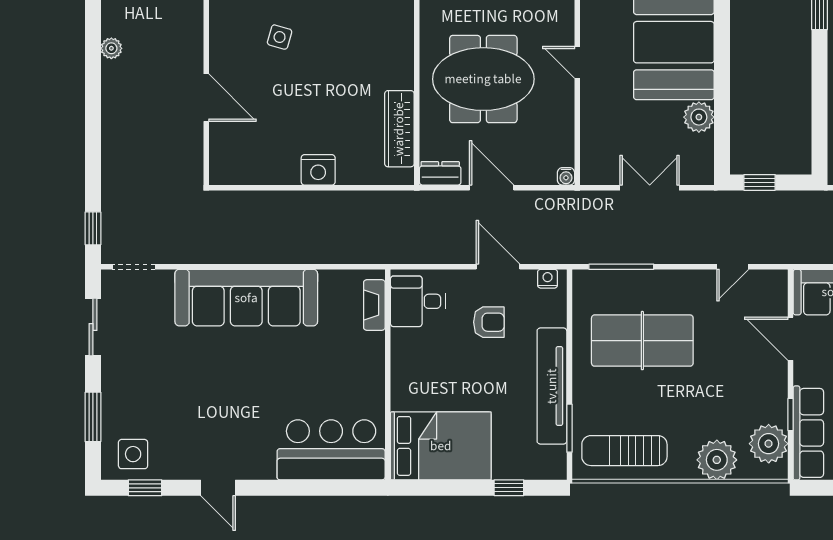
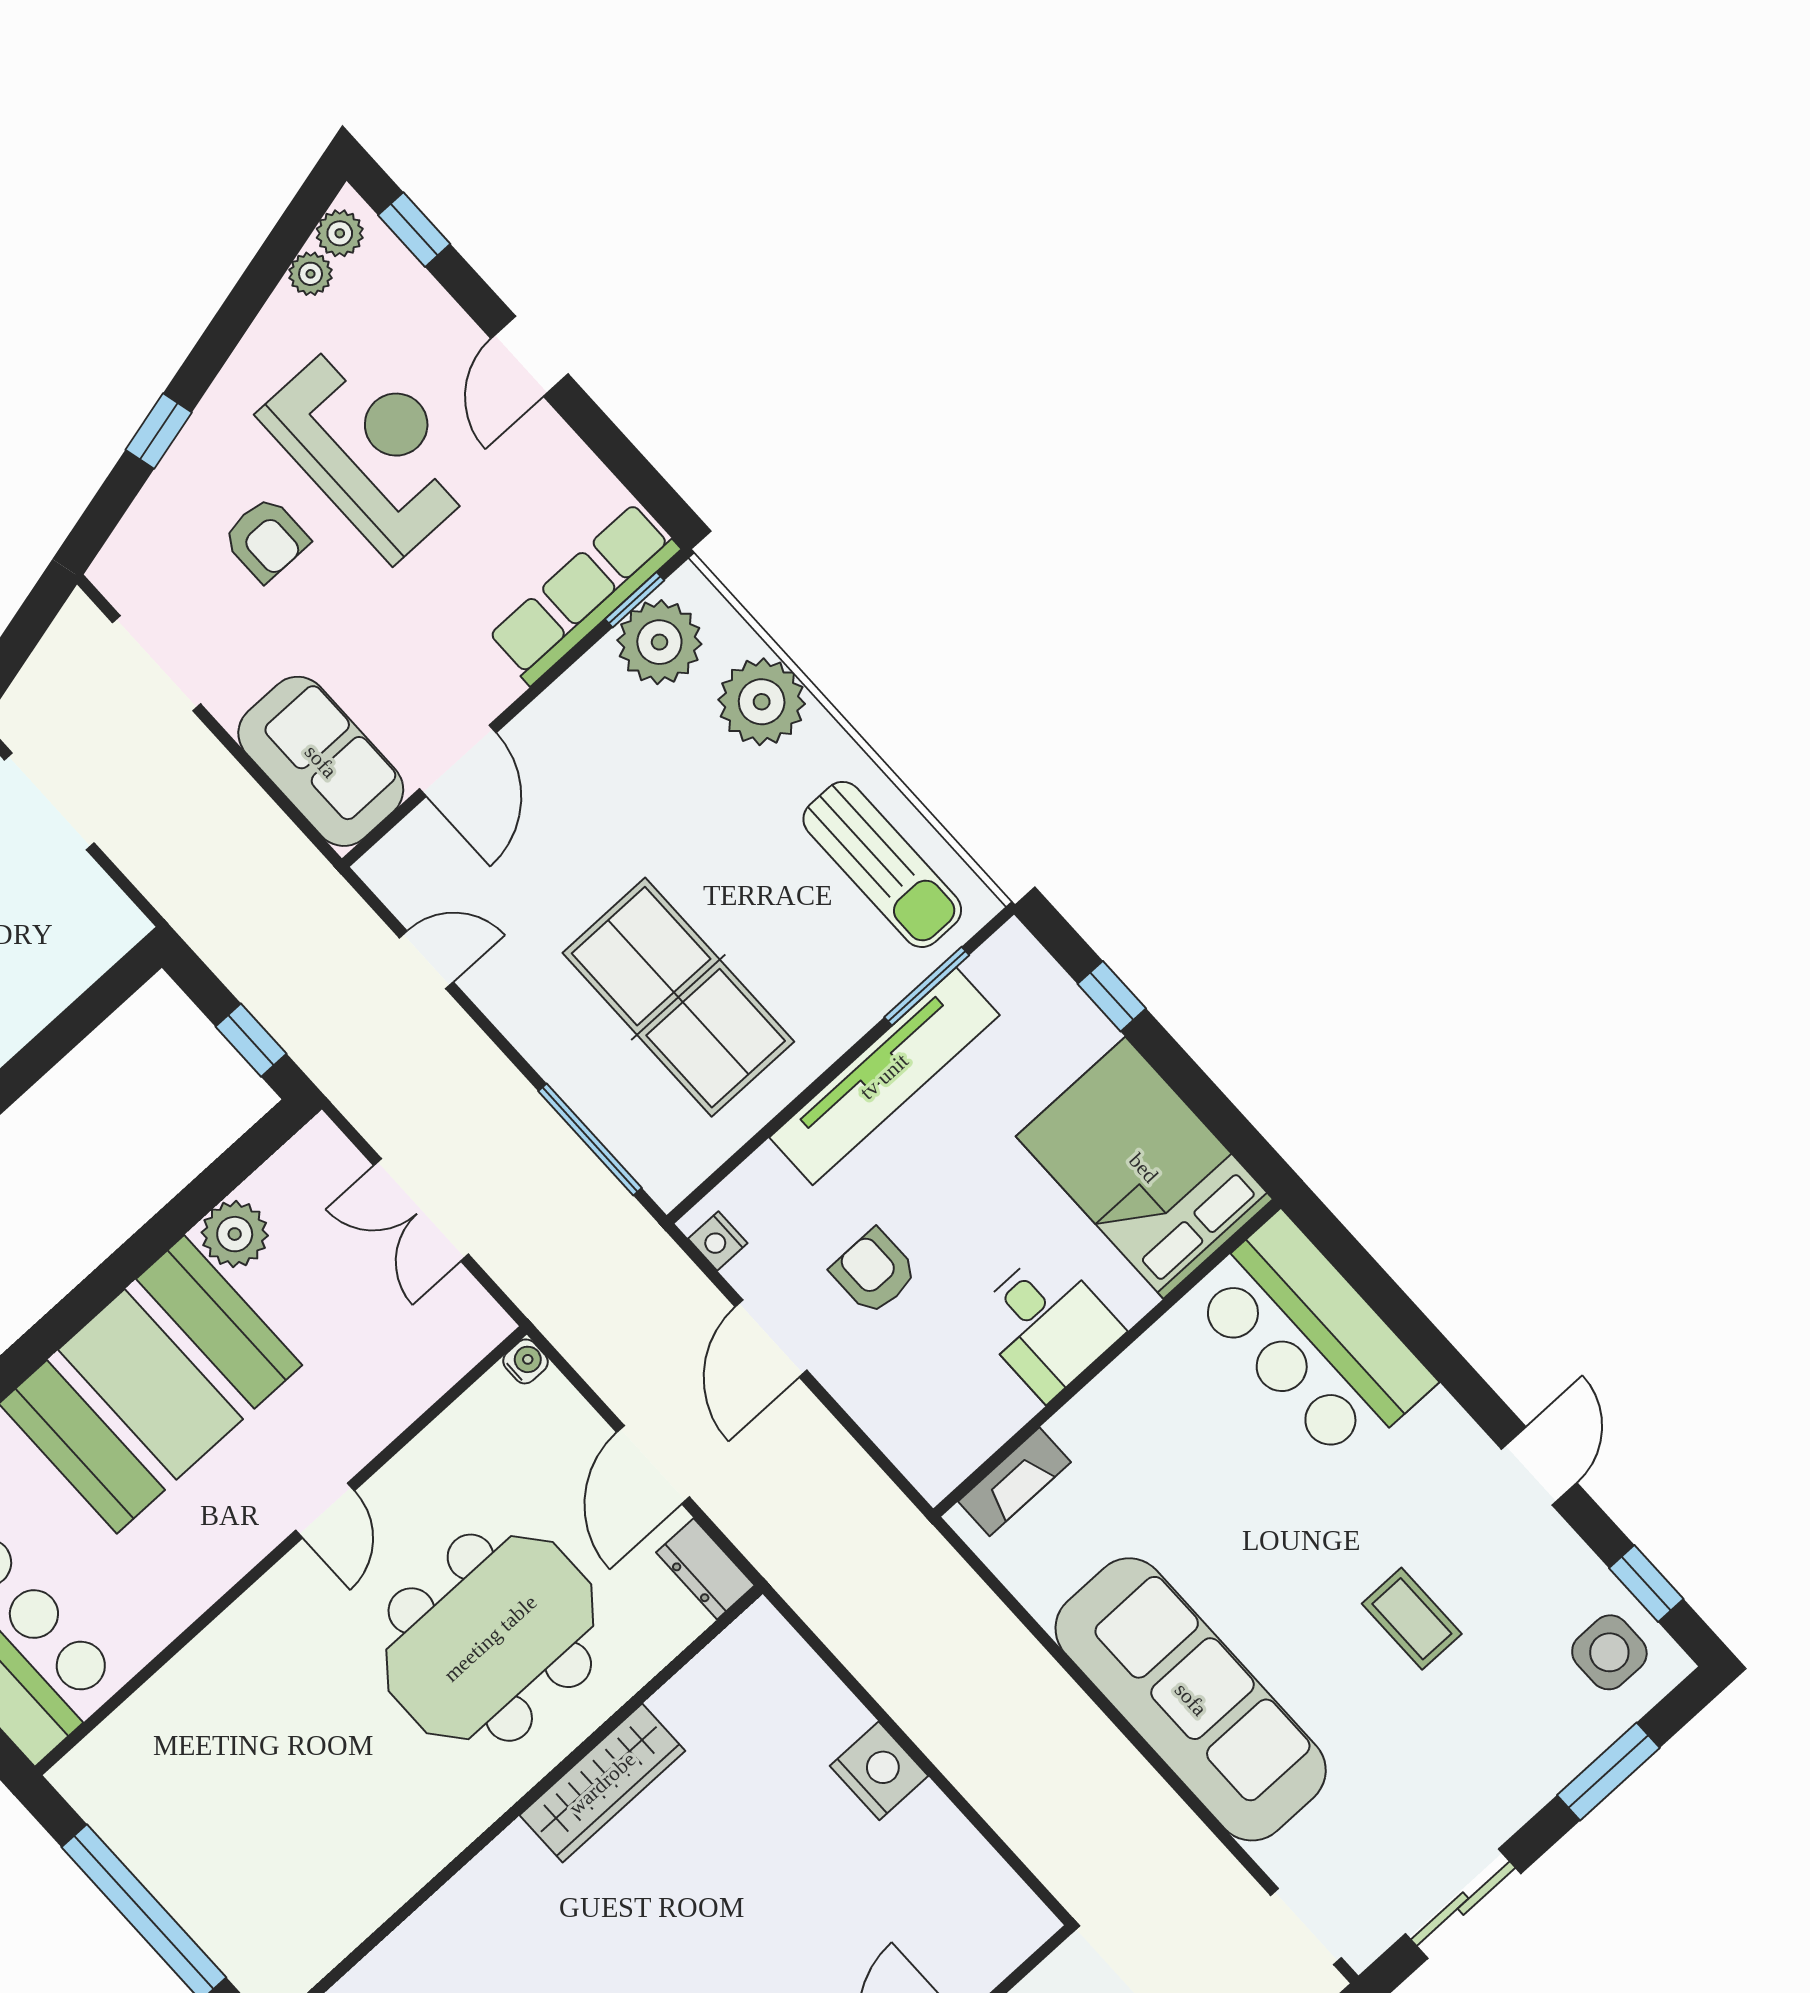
meeting table: (483, 79) -> (490, 1638), turned 90
wardrobe: (399, 129) -> (602, 1783), moved
desk: (418, 301) -> (1047, 1324), moved
coffee table: (205, 397) -> (1412, 1619), added
window: (791, 415) -> (635, 600), moved

